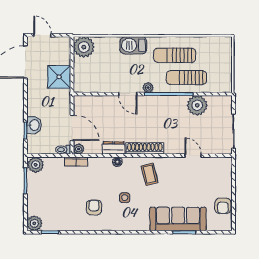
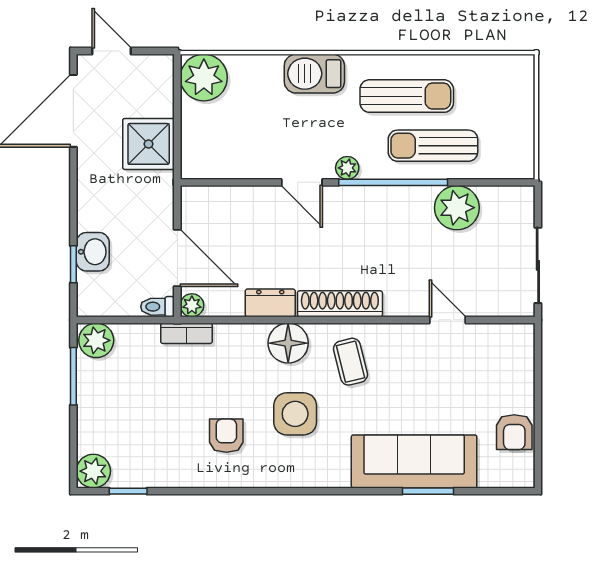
sun lounger: (175, 55) -> (407, 96), turned 180
floor lamp: (117, 162) -> (288, 343), width x1.89, depth x1.89
side table: (125, 198) -> (295, 414), width x1.87, depth x1.87

